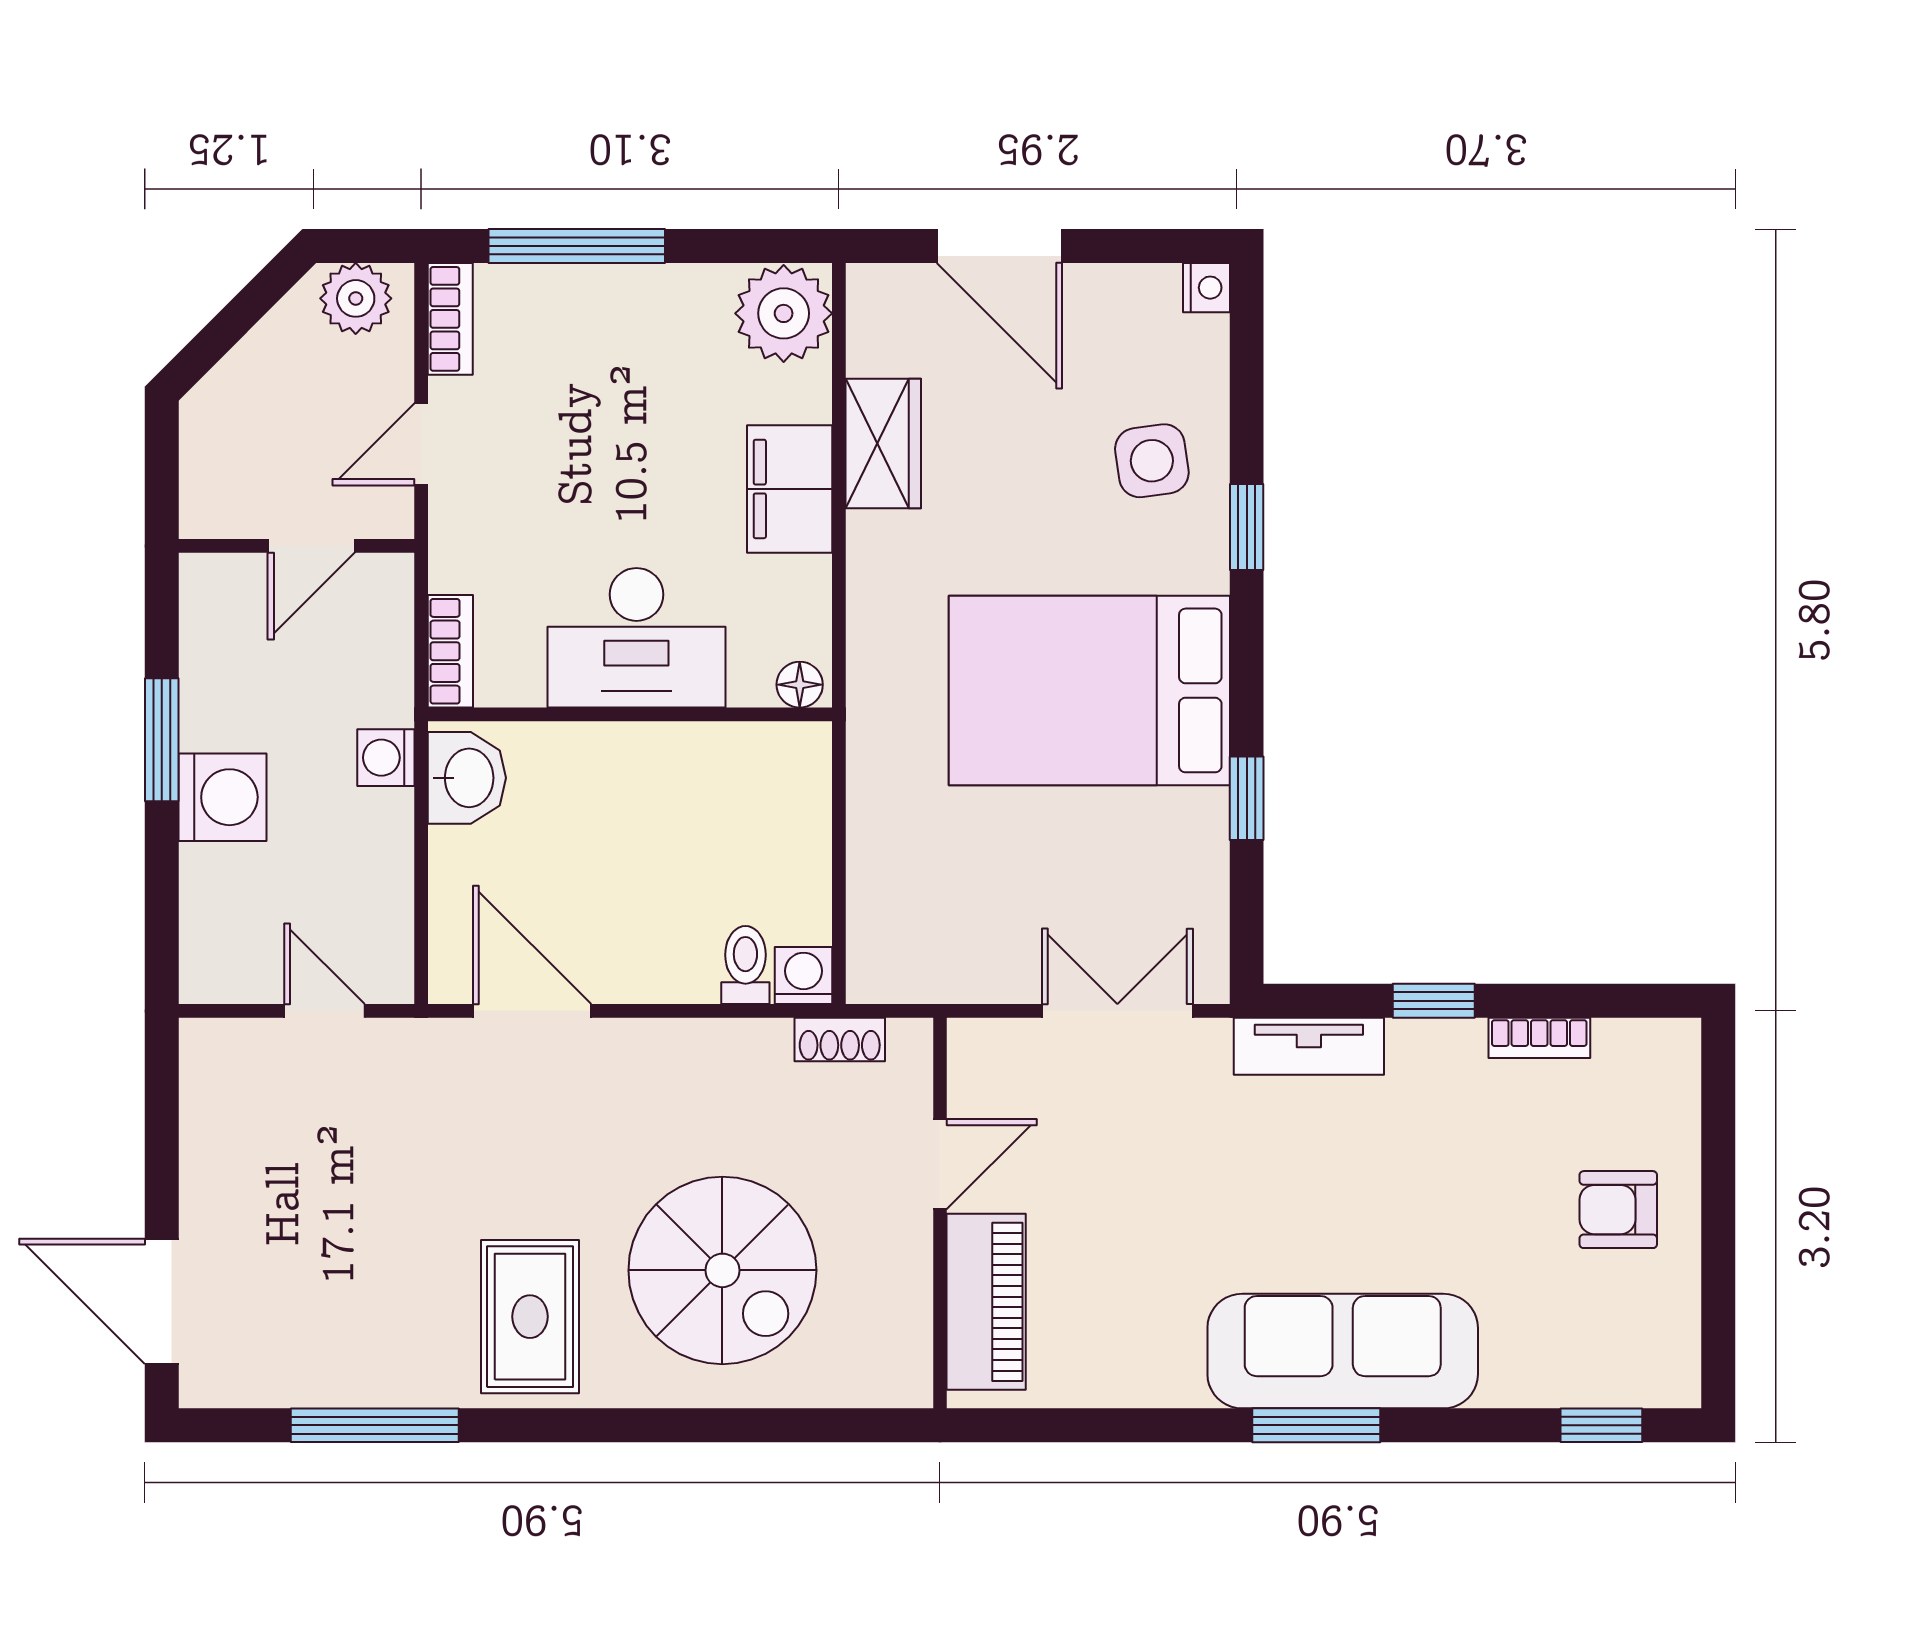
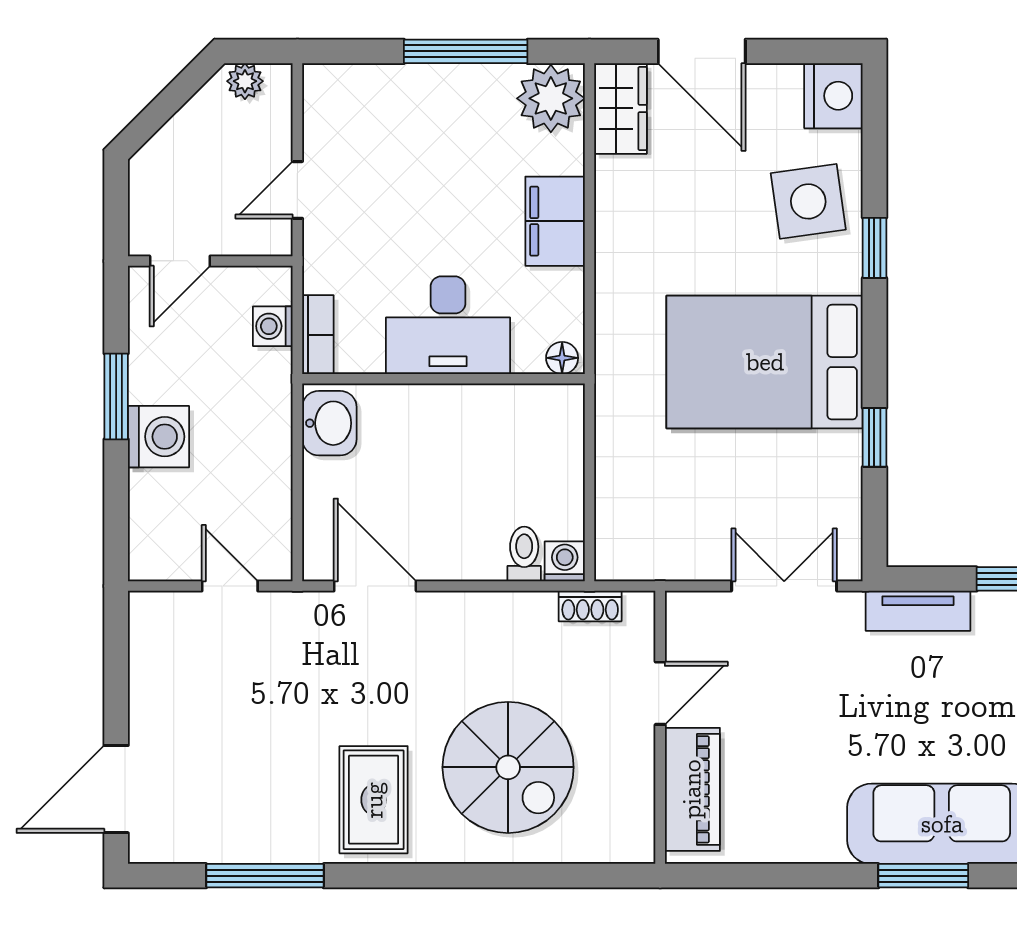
window: (577, 246) -> (466, 51), moved
nightstand: (1206, 288) -> (833, 96), width x1.89, depth x1.79
plant: (356, 298) -> (245, 81), width x0.73, depth x0.73
bookcase: (450, 319) -> (318, 102), removed
wardrobe: (883, 443) -> (620, 108), moved
side table: (1152, 461) -> (808, 201), width x1.37, depth x1.37
door: (311, 546) -> (180, 261), moved
washing machine: (386, 758) -> (273, 326), moved
door: (162, 1301) -> (116, 789), hinge flipped

